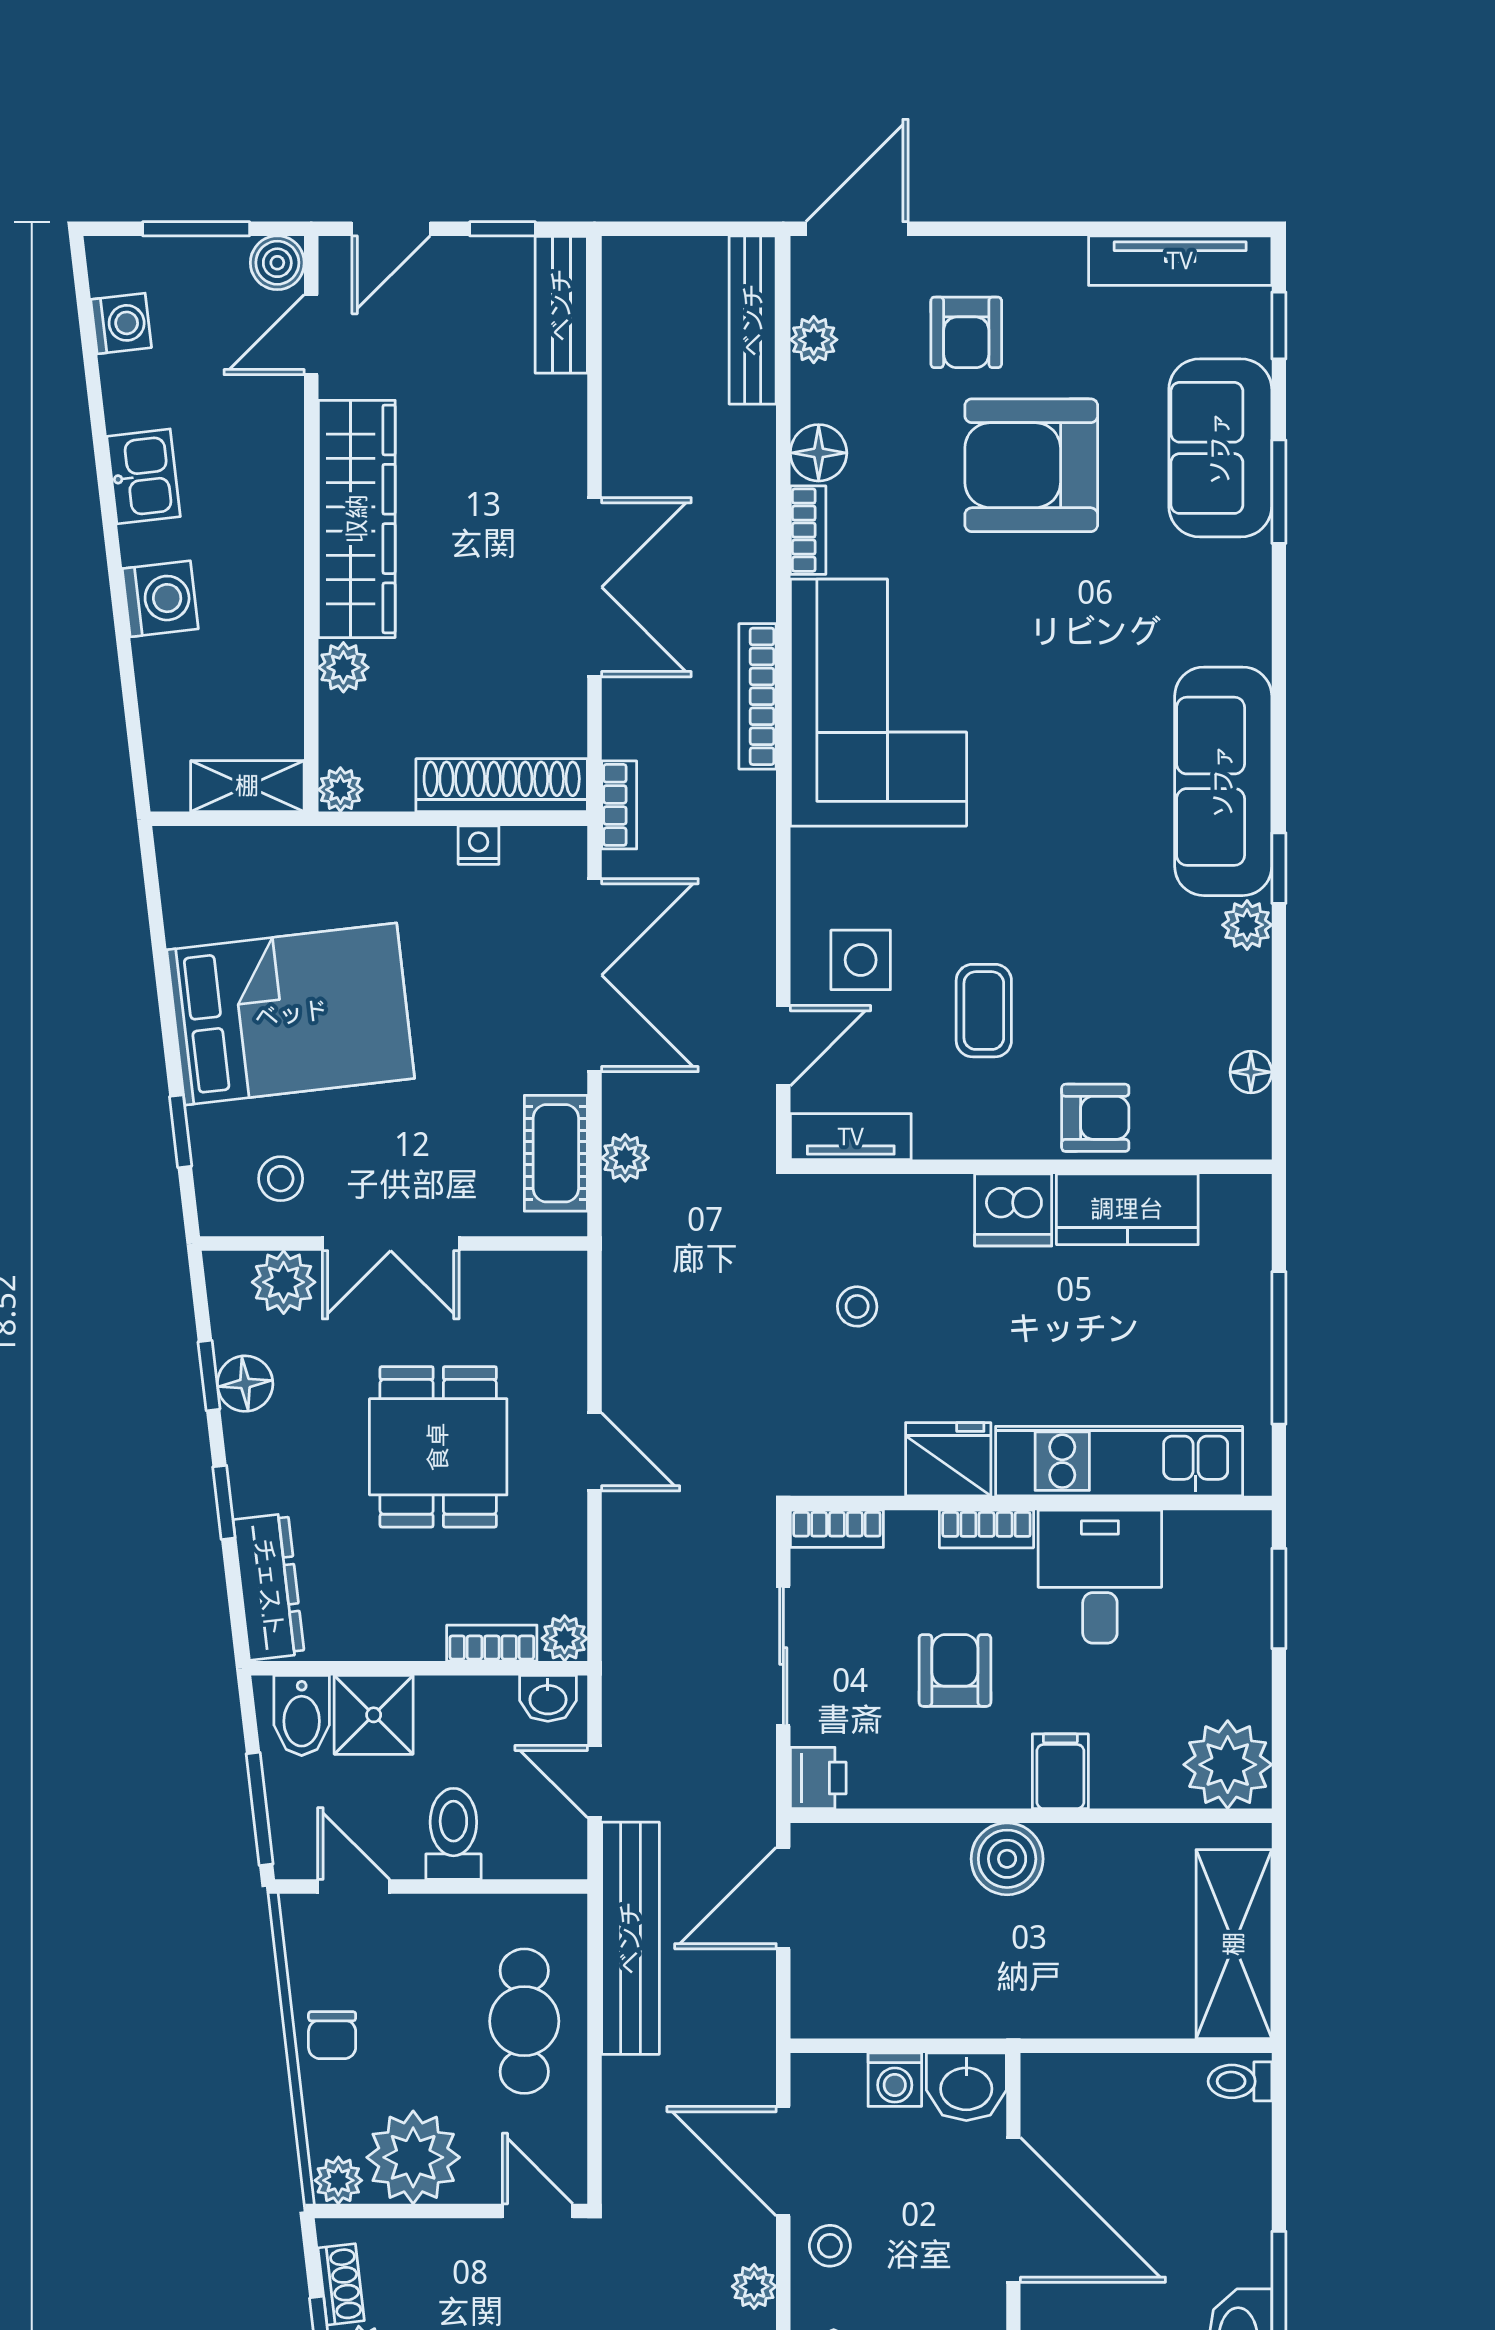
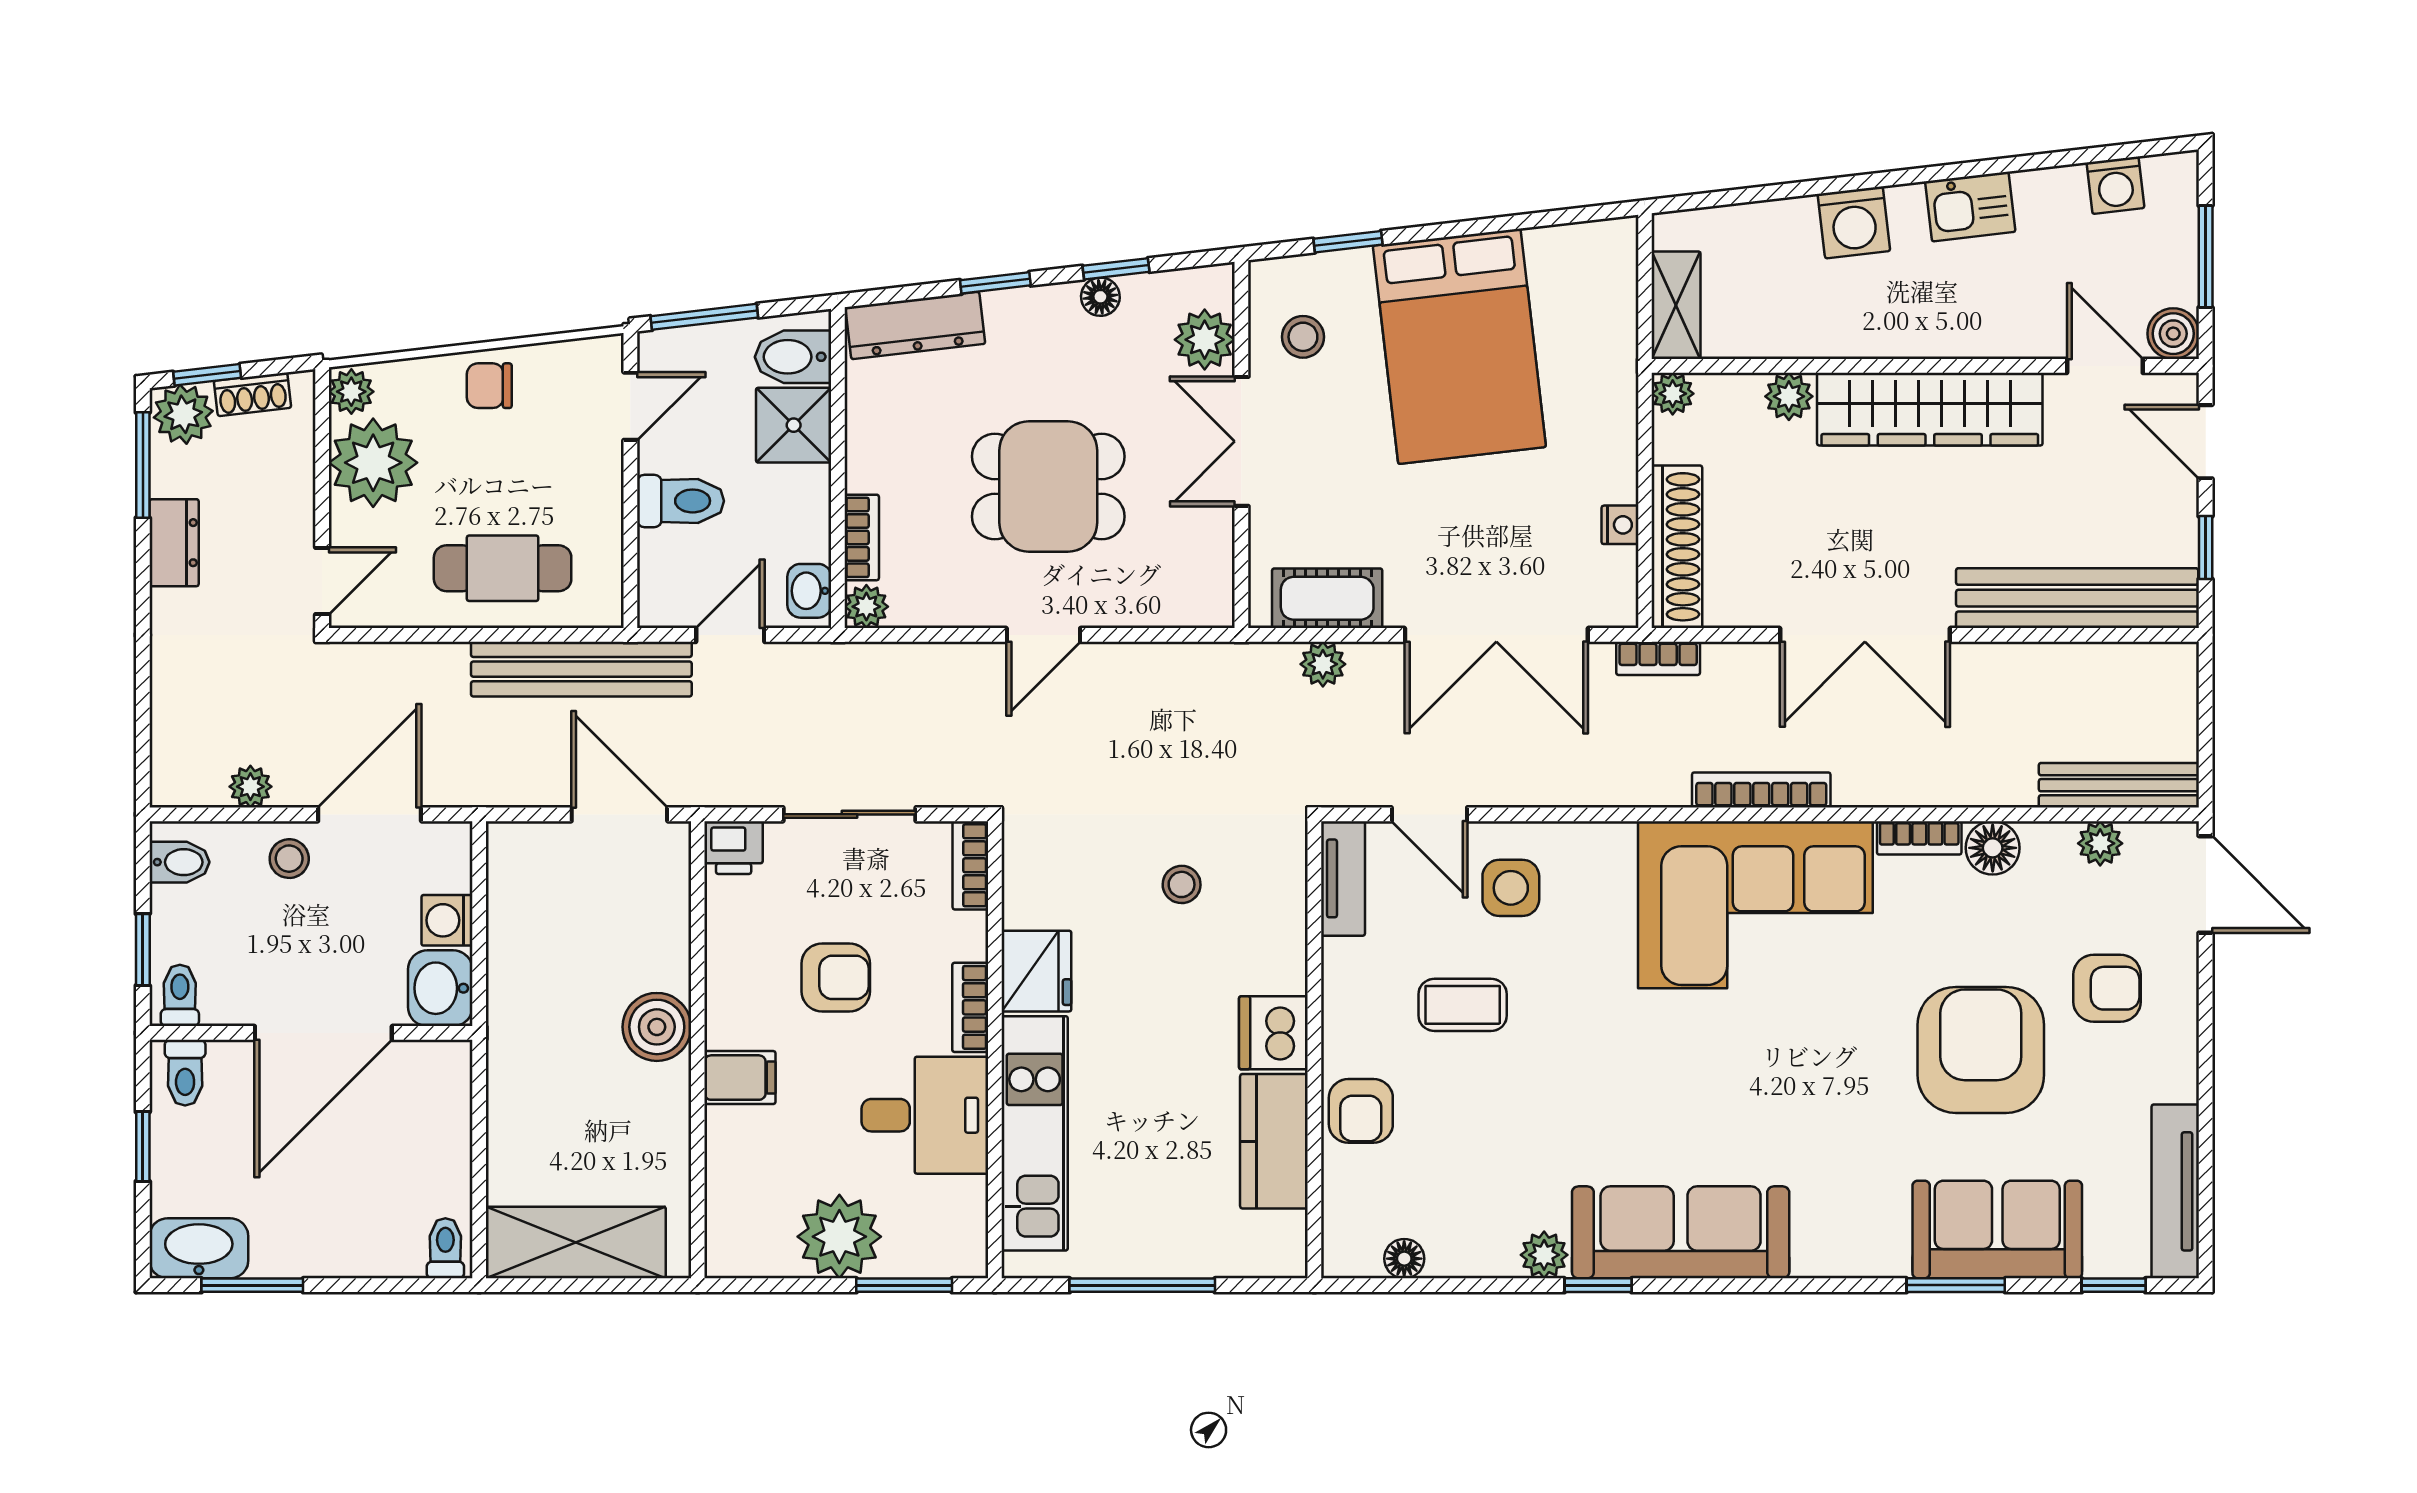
bench: (561, 305) -> (2077, 598), width x1.86, depth x1.21
armchair: (966, 332) -> (2107, 988), turned 180
floor lamp: (245, 1384) -> (1100, 297), width x0.73, depth x0.73
plant: (1228, 1765) -> (839, 1237), moved

